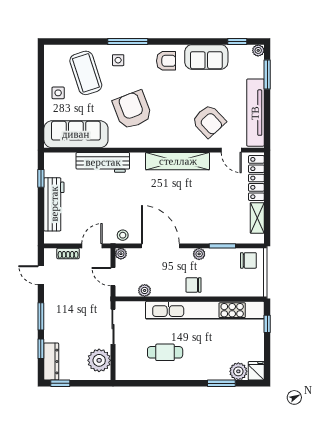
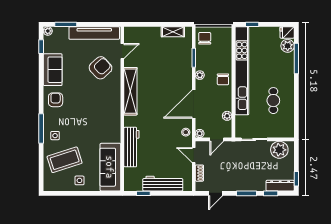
armchair: (132, 110) -> (92, 125), removed
locker: (256, 178) -> (143, 32), removed
window: (221, 383) -> (296, 58), width x1.44

